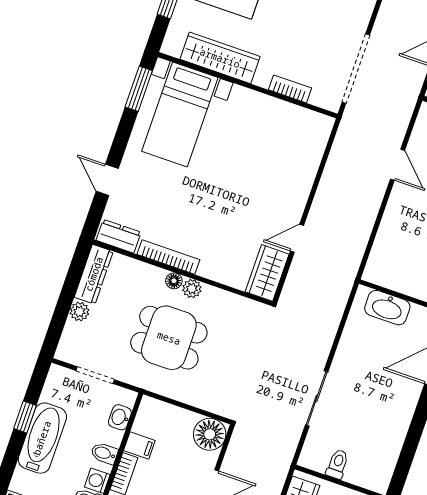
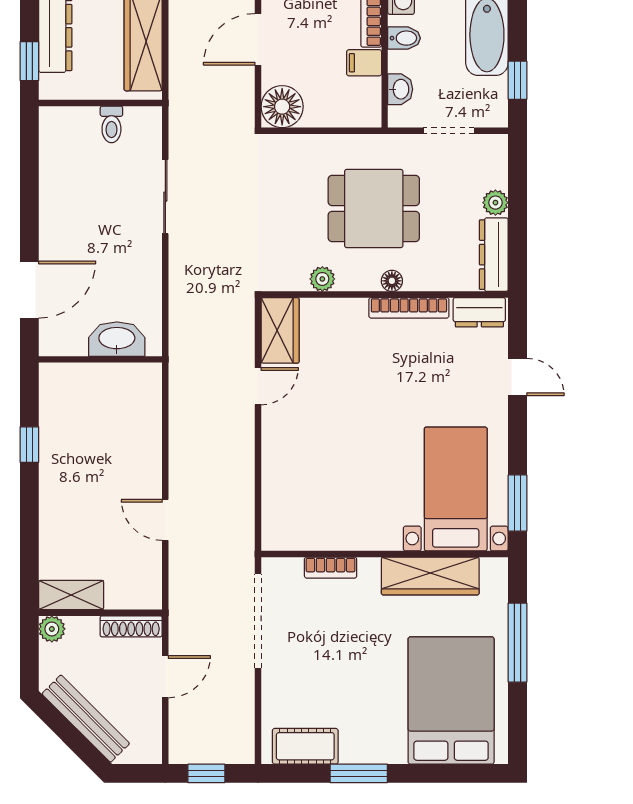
plant: (192, 289) -> (322, 279), moved
window: (25, 417) -> (517, 80), moved

